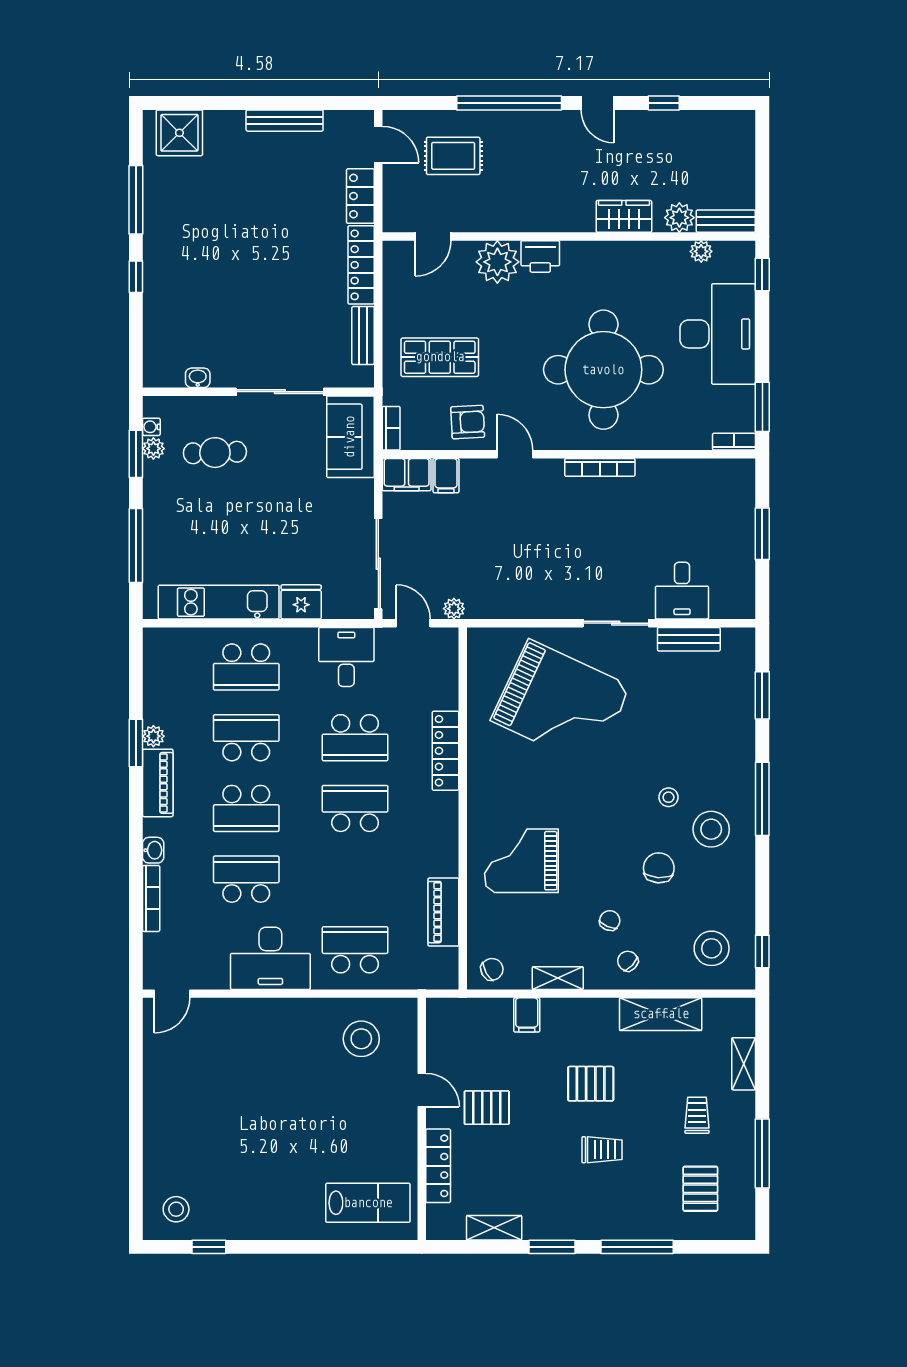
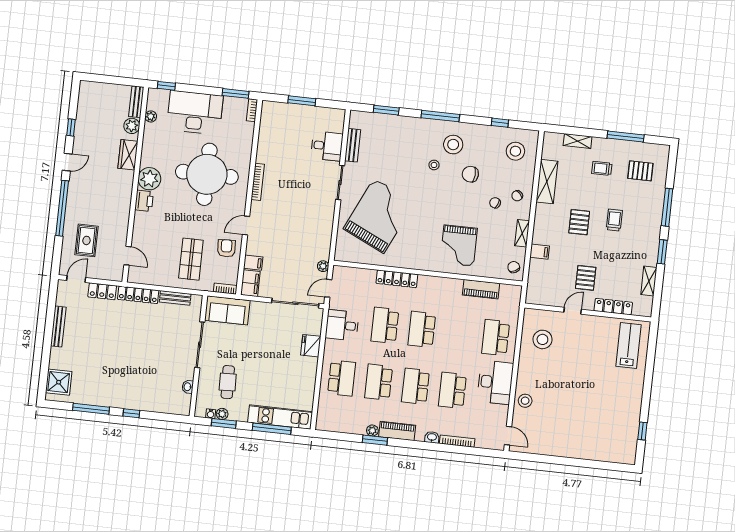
plant: (497, 262) -> (149, 179), moved
kitchen unit: (219, 602) -> (280, 417), moved, turned 90
school desk: (355, 738) -> (385, 325), turned 180
school desk: (246, 808) -> (415, 386), turned 180
window: (762, 952) -> (500, 123), moved
stool: (176, 1209) -> (525, 401), moved

